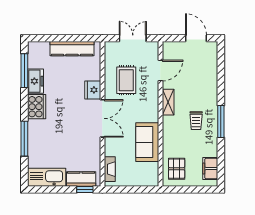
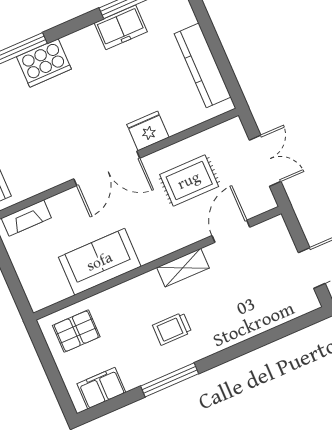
door: (160, 71) -> (231, 231), swing flipped
cooker: (37, 107) -> (44, 63), moved
window: (221, 122) -> (170, 380), moved

